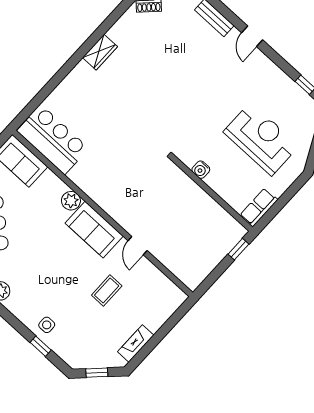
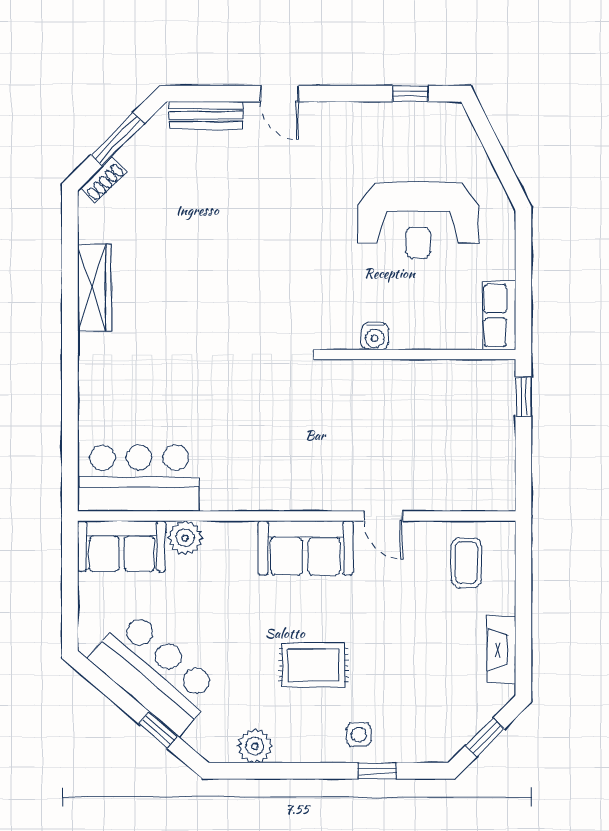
wardrobe: (100, 52) -> (95, 288), width x1.50
reception desk: (261, 139) -> (418, 220), turned 180
plant: (71, 201) -> (185, 538), moved
rug: (54, 280) -> (313, 665), added
coffee table: (107, 291) -> (466, 562), moved

